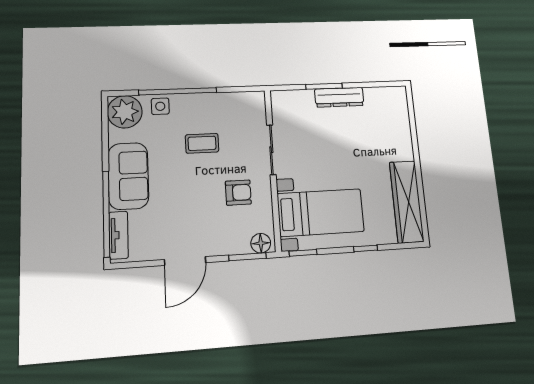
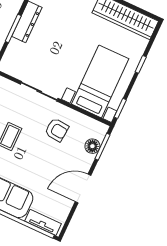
armchair: (238, 193) -> (57, 130), turned 95
floor lamp: (261, 243) -> (92, 146), moved
door: (185, 261) -> (83, 189), swing flipped

